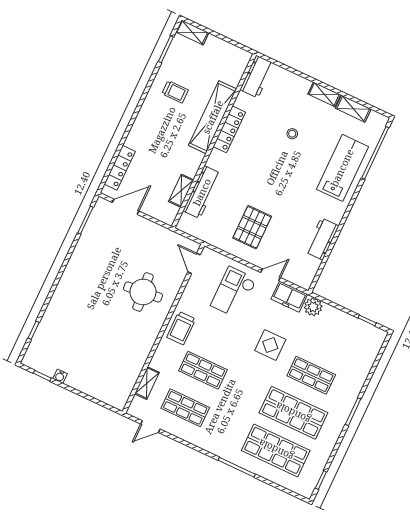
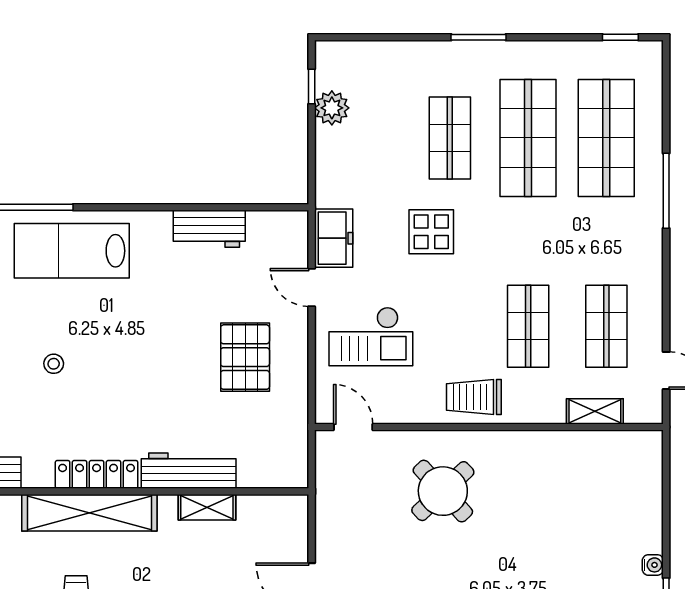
shelving: (181, 191) -> (207, 507), moved
workbench: (202, 192) -> (189, 471), moved
pallet: (252, 227) -> (245, 357), turned 90
door: (194, 263) -> (353, 427), swing flipped
round table: (143, 292) -> (443, 491), turned -37
plant: (313, 307) -> (332, 108), moved
trolley: (181, 328) -> (474, 397), turned 180

